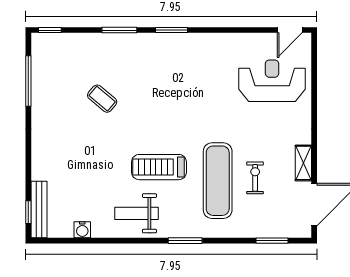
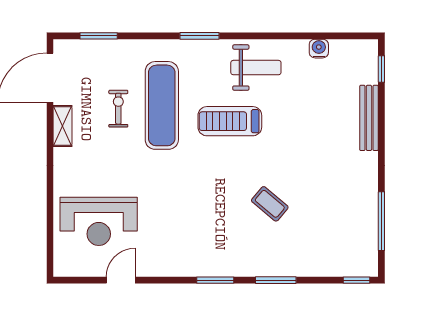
door: (290, 30) -> (121, 280), moved
coffee table: (102, 99) -> (270, 204), moved
treadmill: (159, 167) -> (230, 121), turned 180
exercise bike: (255, 178) -> (118, 109), turned 180
bench: (39, 210) -> (369, 118), moved

